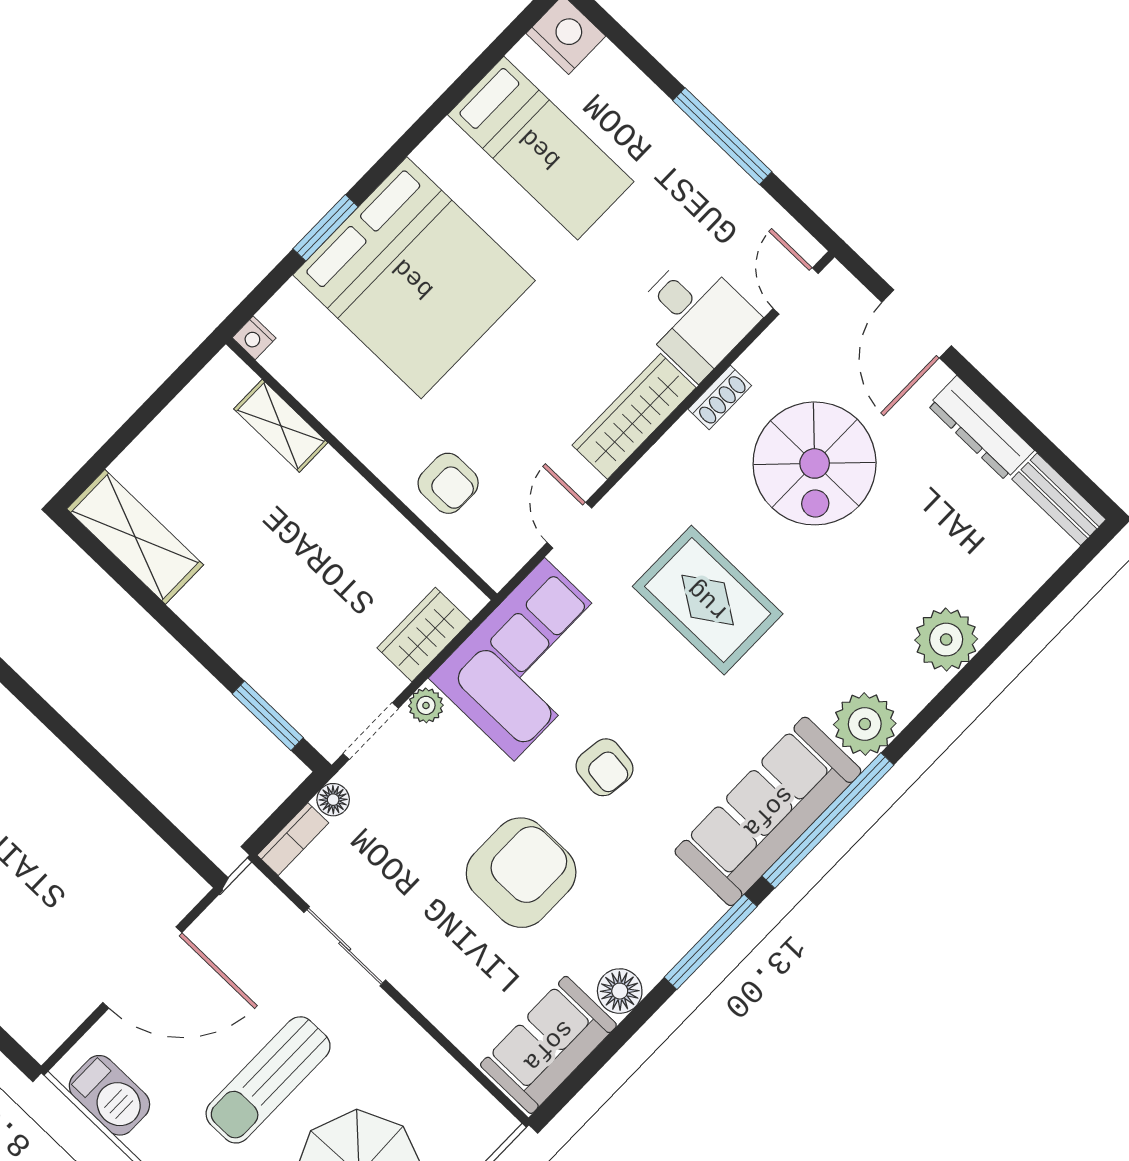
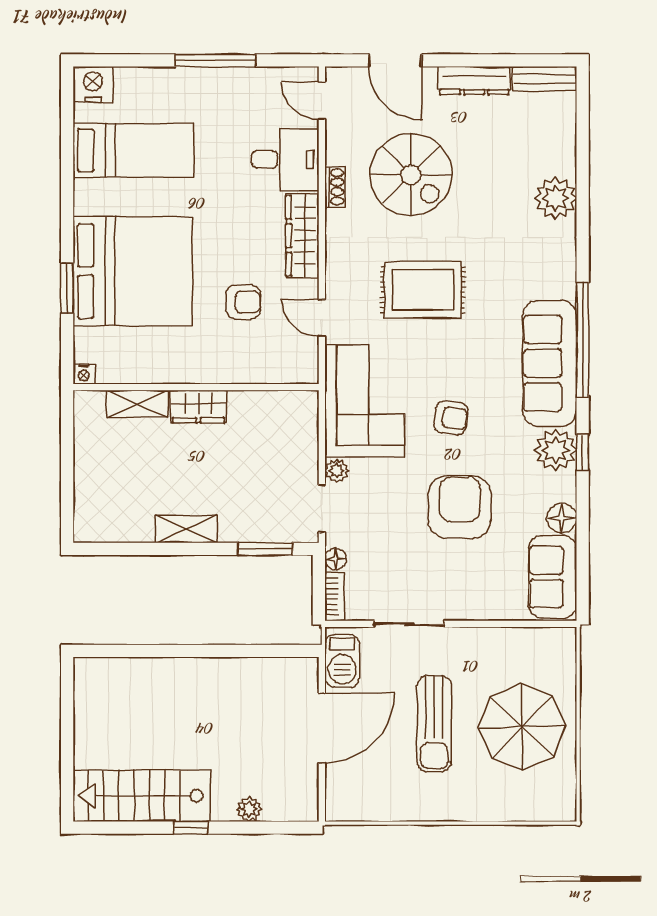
armchair: (448, 483) -> (243, 302), moved
shelving: (135, 537) -> (186, 529), moved, width x0.67, depth x0.75
wardrobe: (424, 634) -> (198, 406), moved, turned -90
plant: (865, 724) -> (556, 450), moved
window: (711, 942) -> (583, 452), width x0.46
barbecue: (109, 1095) -> (342, 661), moved, turned 90

